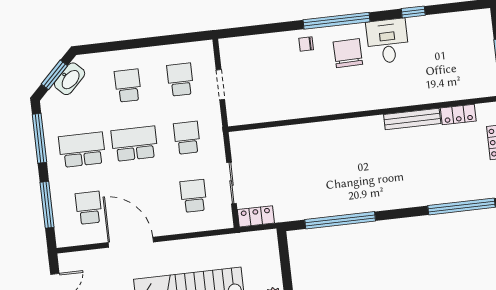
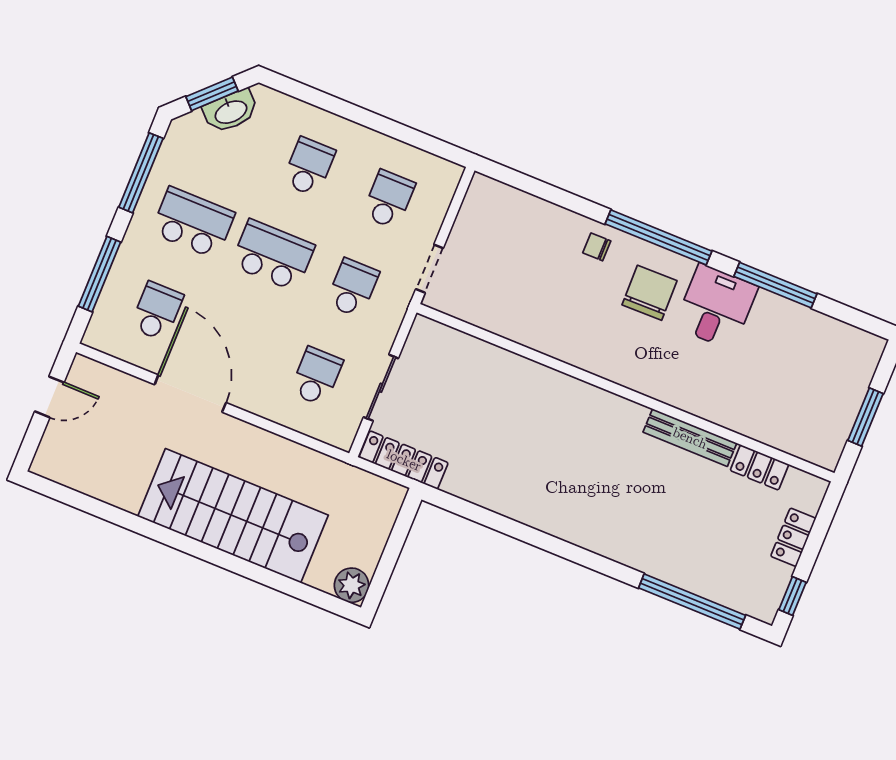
window: (413, 12) -> (775, 285), width x2.17
doorway: (220, 85) -> (430, 269), moved
locker: (256, 216) -> (404, 460), width x1.53
window: (340, 220) -> (507, 526), removed

